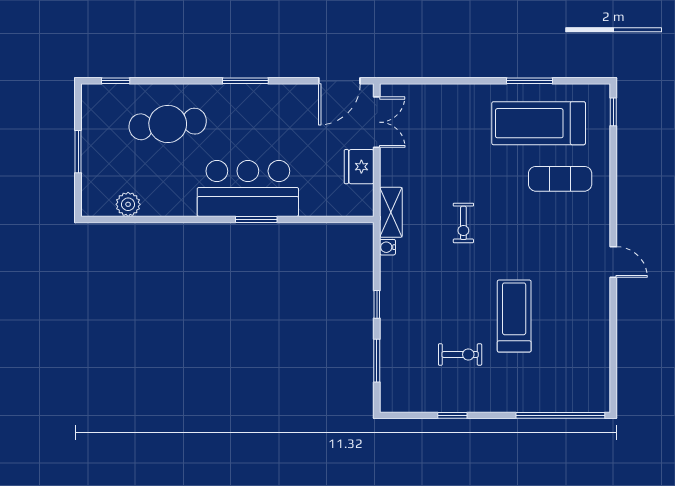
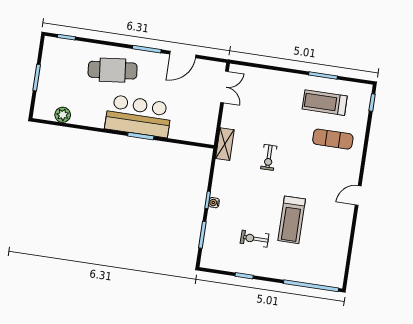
door: (339, 81) -> (183, 54), moved
treadmill: (539, 123) -> (325, 103), width x0.73, depth x0.73
cafe table: (168, 124) -> (113, 70), moved
fridge: (359, 167) -> (209, 113), removed
water cooler: (388, 247) -> (214, 203), moved
door: (613, 262) -> (358, 196), swing flipped
treadmill: (514, 316) -> (292, 220), turned 180
exercise bike: (460, 354) -> (255, 239), turned 180

